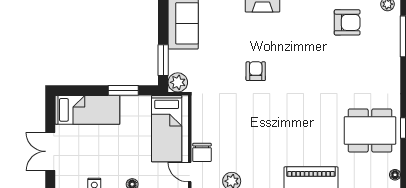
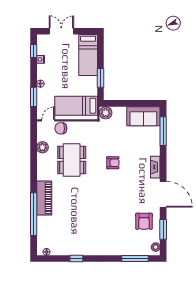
window: (163, 60) -> (120, 103), removed
dining table: (370, 130) -> (72, 160), moved

